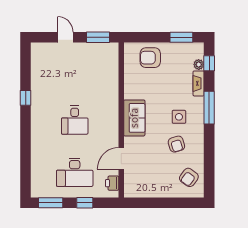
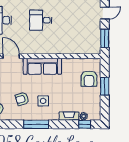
window: (181, 37) -> (105, 86), moved
armchair: (150, 58) -> (89, 79), turned 180
window: (209, 108) -> (36, 124), moved
sofa: (134, 118) -> (42, 66), width x1.36

